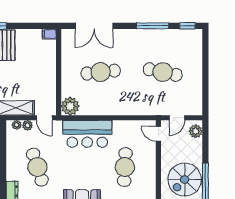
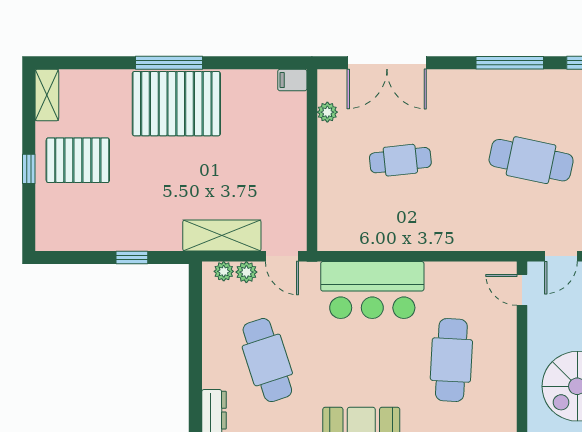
cafe table: (101, 72) -> (400, 160), width x0.73, depth x0.74
plant: (70, 106) -> (327, 112), moved, width x0.53, depth x0.53

